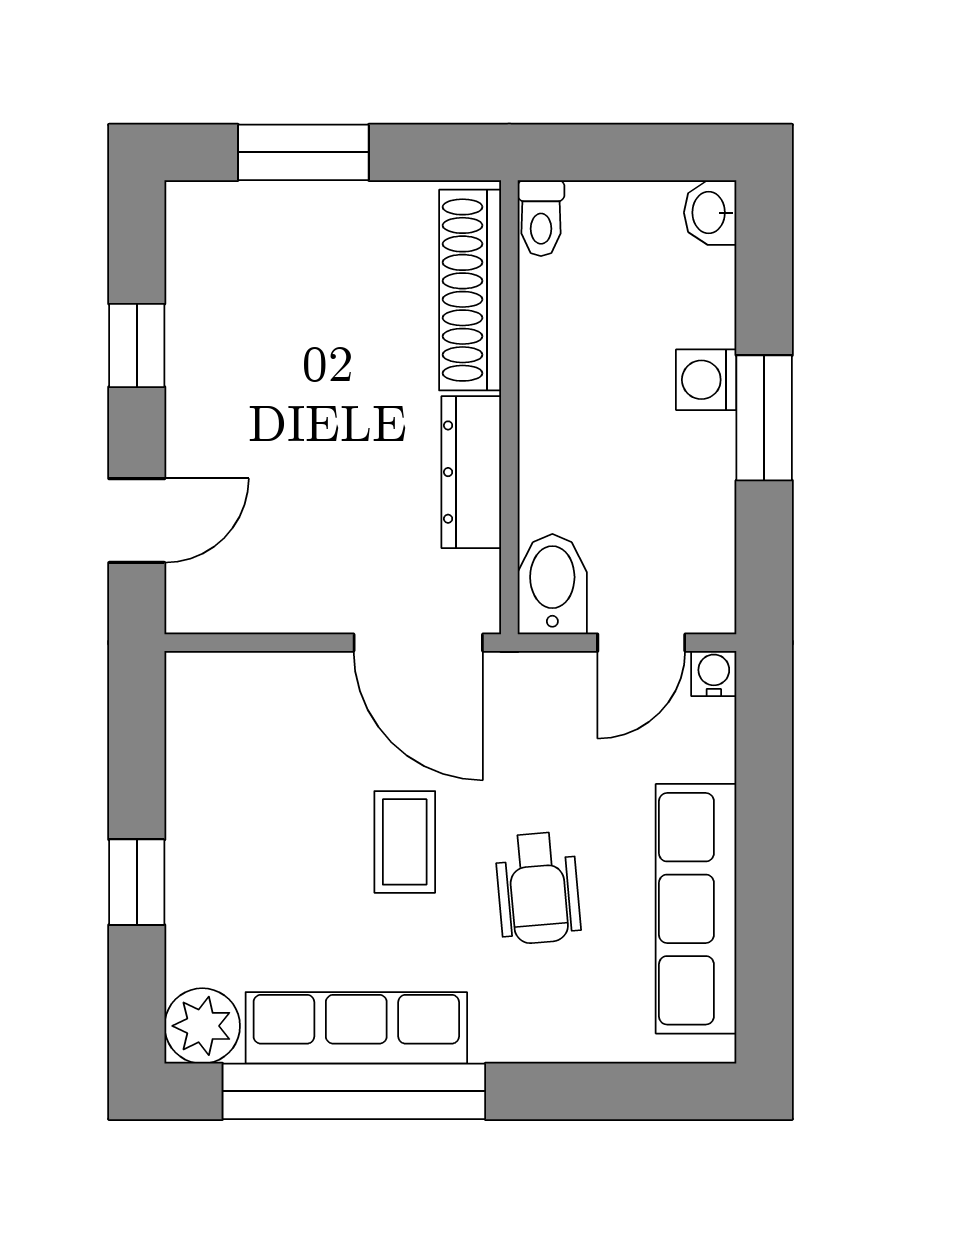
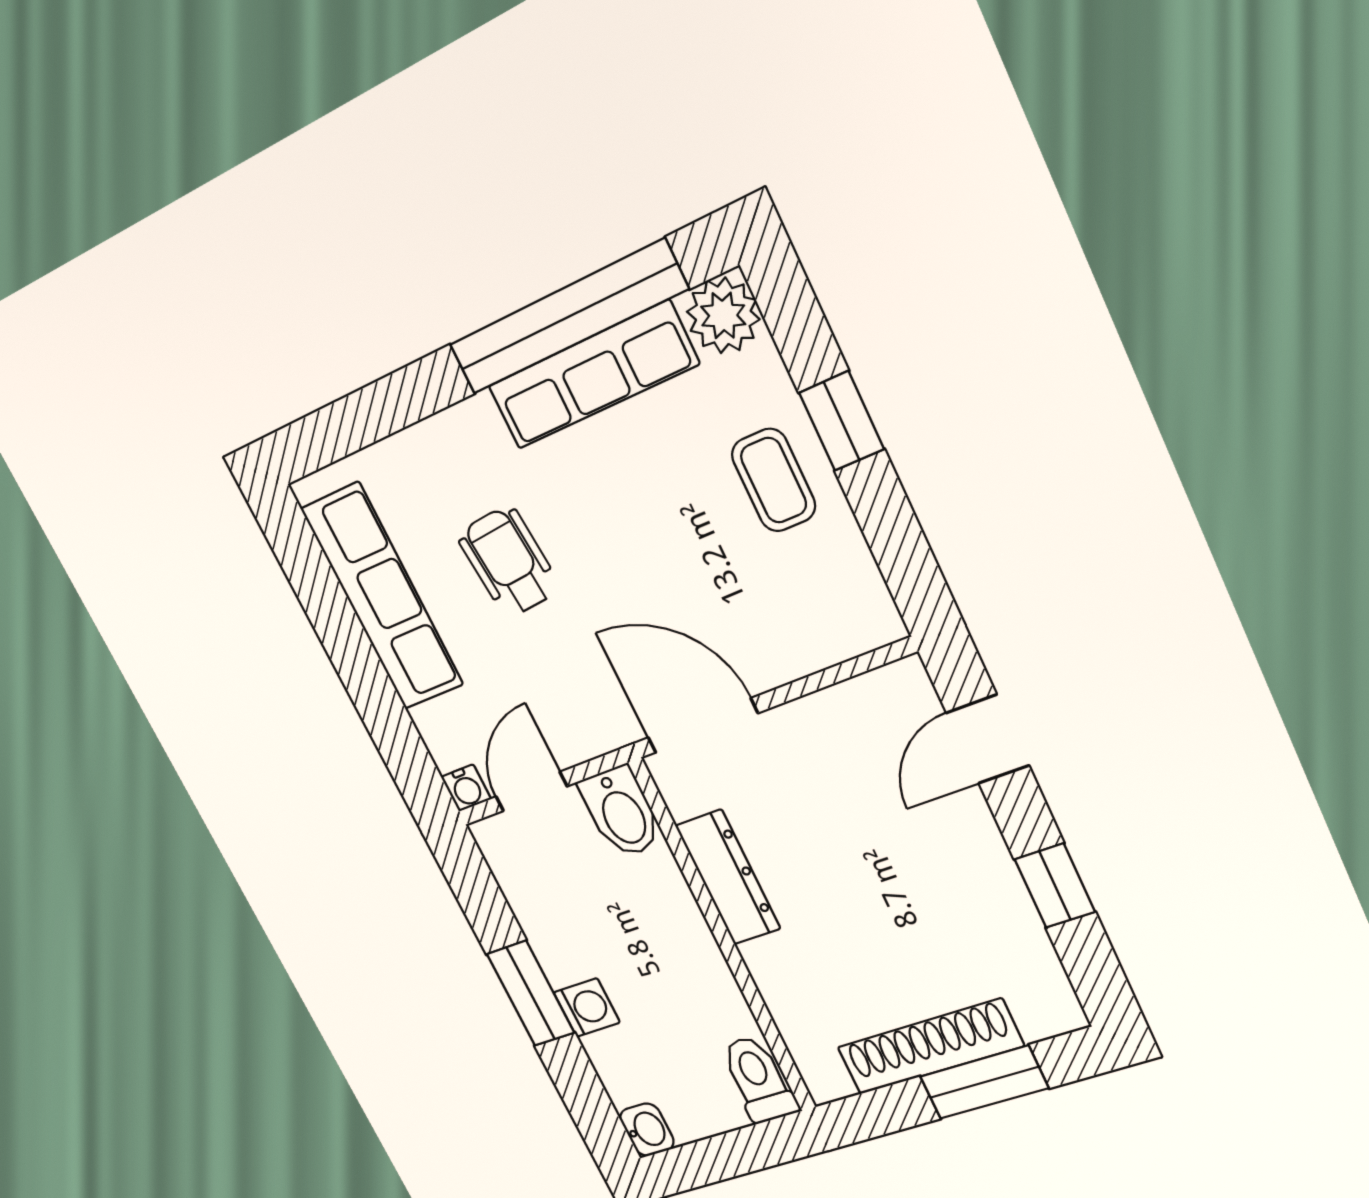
toilet: (541, 218) -> (758, 1079), width x1.37, depth x1.39
shoe rack: (470, 290) -> (930, 1047), moved, turned -90
coffee table: (405, 842) -> (774, 480), moved

